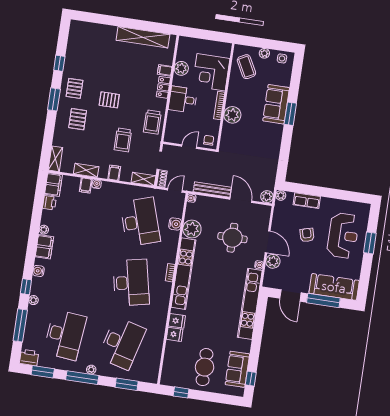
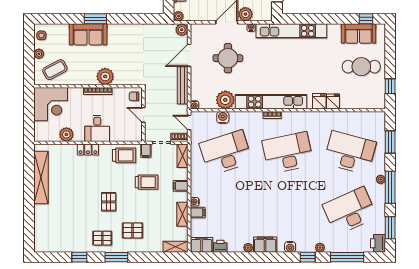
filing cabinet: (165, 70) -> (146, 151), moved
corner desk: (211, 72) -> (51, 104), moved
desk: (65, 335) -> (350, 211), turned -30

